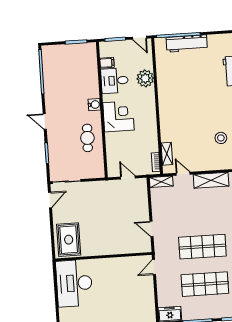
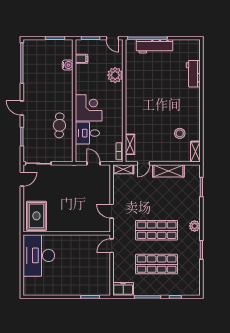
desk: (115, 81) -> (87, 133), moved
water cooler: (94, 105) -> (68, 65), moved
door: (183, 174) -> (143, 163), swing flipped

